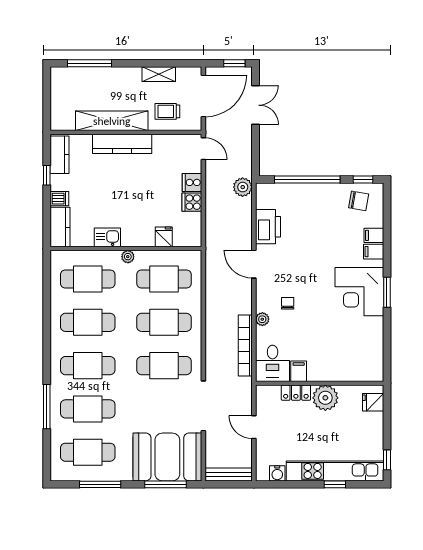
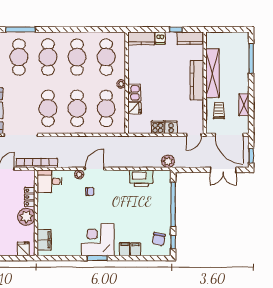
kitchen sink: (107, 237) -> (134, 93), moved
door: (254, 264) -> (94, 169), moved
bookcase: (245, 345) -> (37, 163), moved
filing cabinet: (299, 371) -> (44, 240), moved, width x2.00

